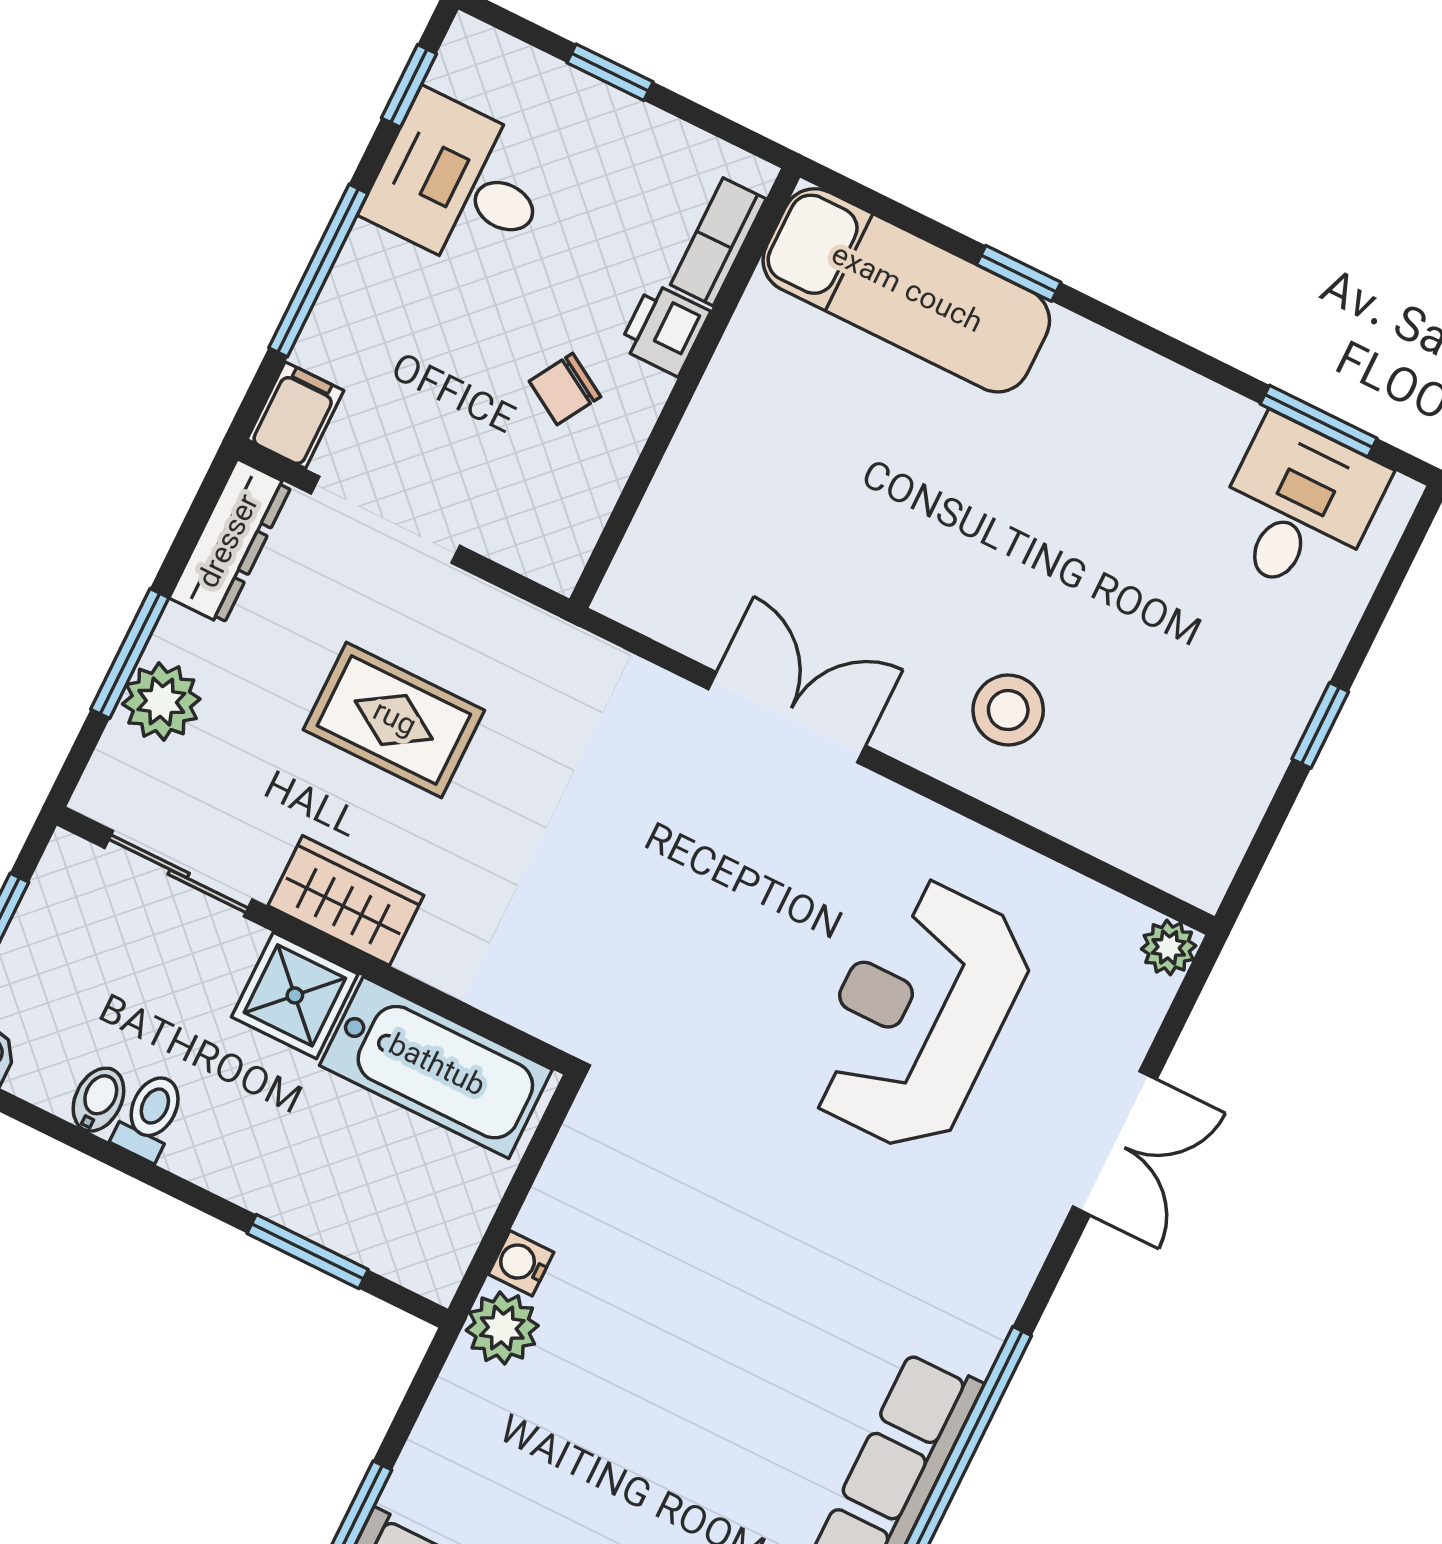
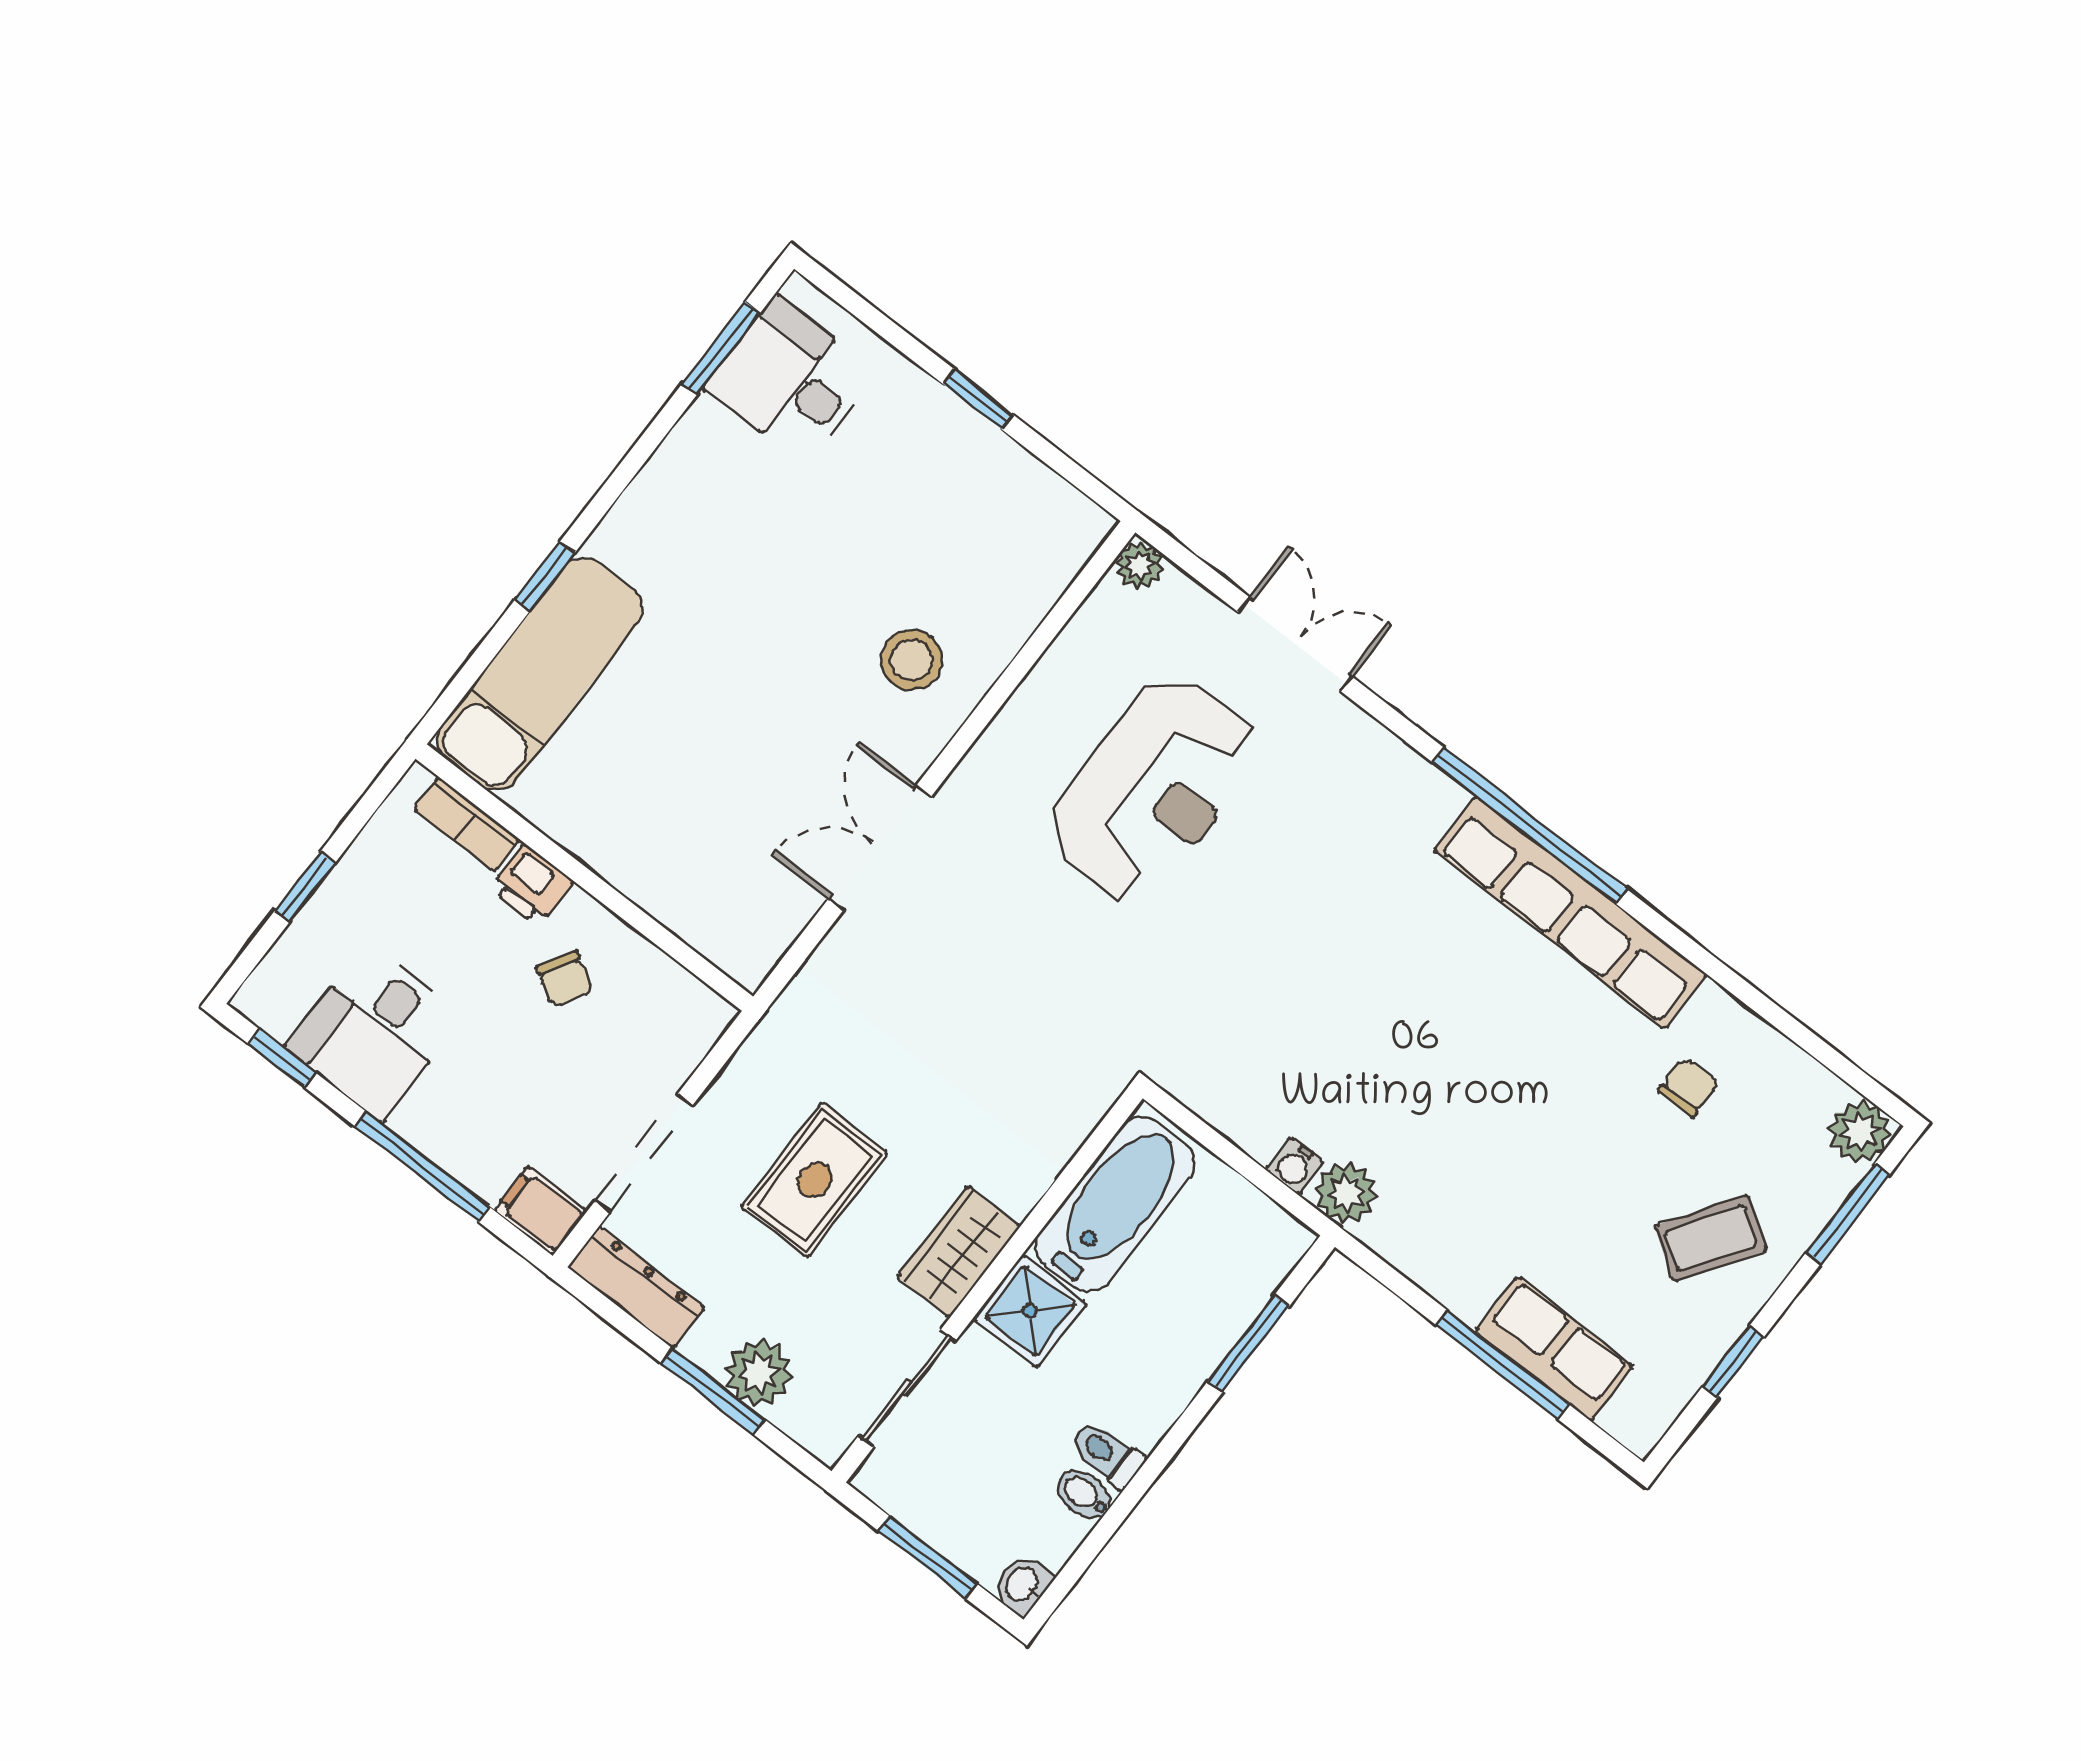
reception desk: (918, 1015) -> (1153, 789), turned -90

